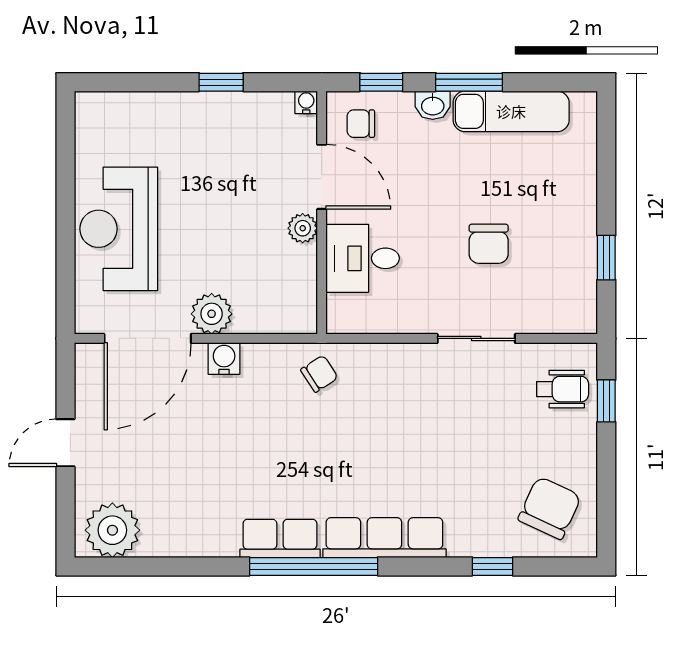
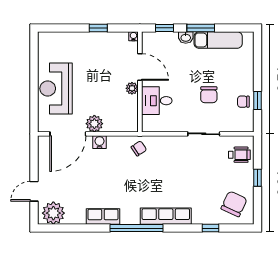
chair: (361, 124) -> (243, 102), moved
window: (606, 401) -> (257, 178), moved
door: (65, 443) -> (34, 191), moved
row of seats: (280, 538) -> (103, 216), moved

